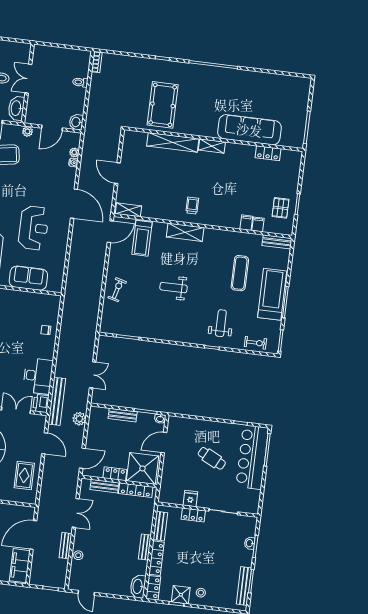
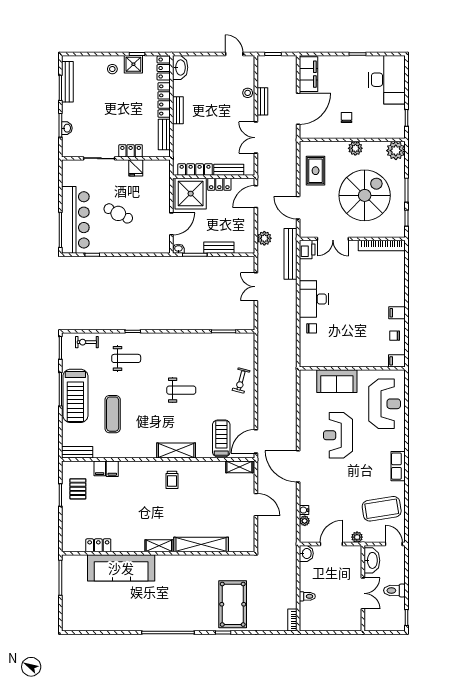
pool table: (163, 105) -> (233, 604), moved
weight bench: (221, 323) -> (126, 358), turned -90
desk: (38, 376) -> (314, 299), moved

